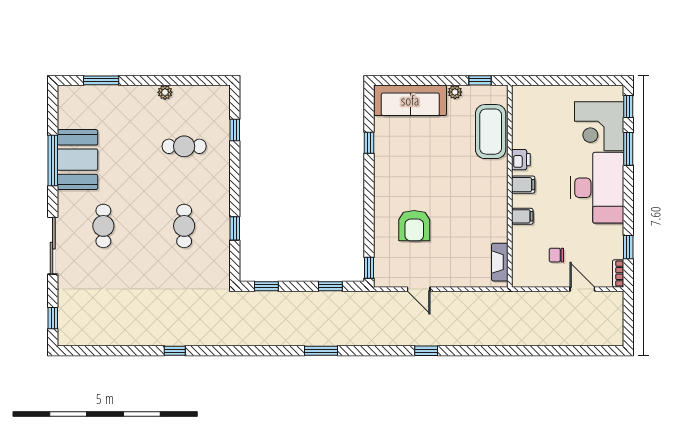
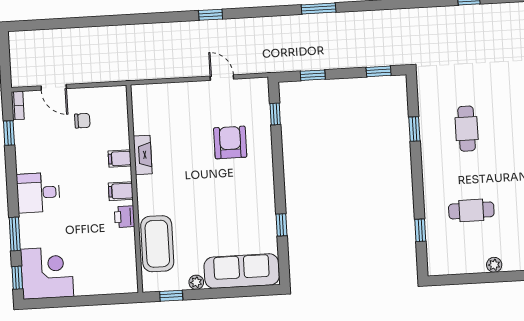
corner desk: (599, 126) -> (47, 273), moved
desk: (597, 188) -> (38, 193), width x0.53, depth x0.77
fireplace: (500, 262) -> (143, 155), moved
window: (369, 268) -> (275, 114), moved

